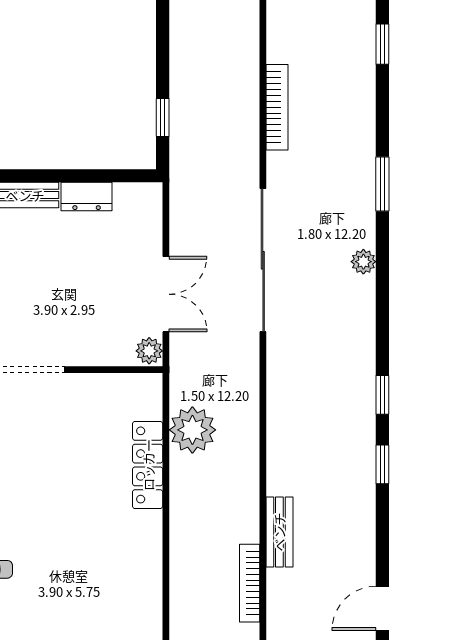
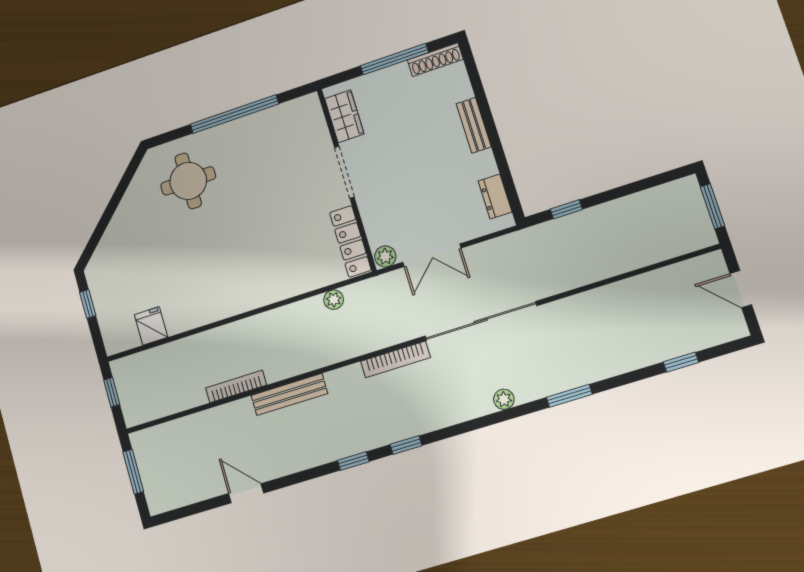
bookcase: (277, 107) -> (395, 359), moved
dresser: (87, 196) -> (495, 196), moved
plant: (192, 430) -> (334, 300), width x0.53, depth x0.53
locker: (148, 465) -> (350, 241), moved, turned -90
bench: (279, 532) -> (289, 394), width x1.36

